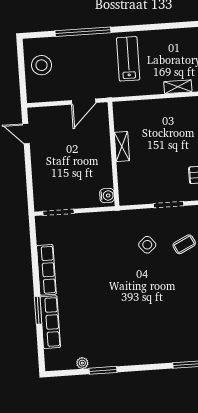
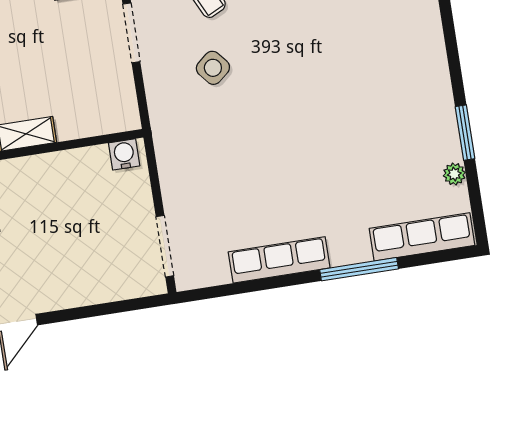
window: (38, 310) -> (359, 269), width x1.44
row of seats: (50, 322) -> (422, 237), moved

